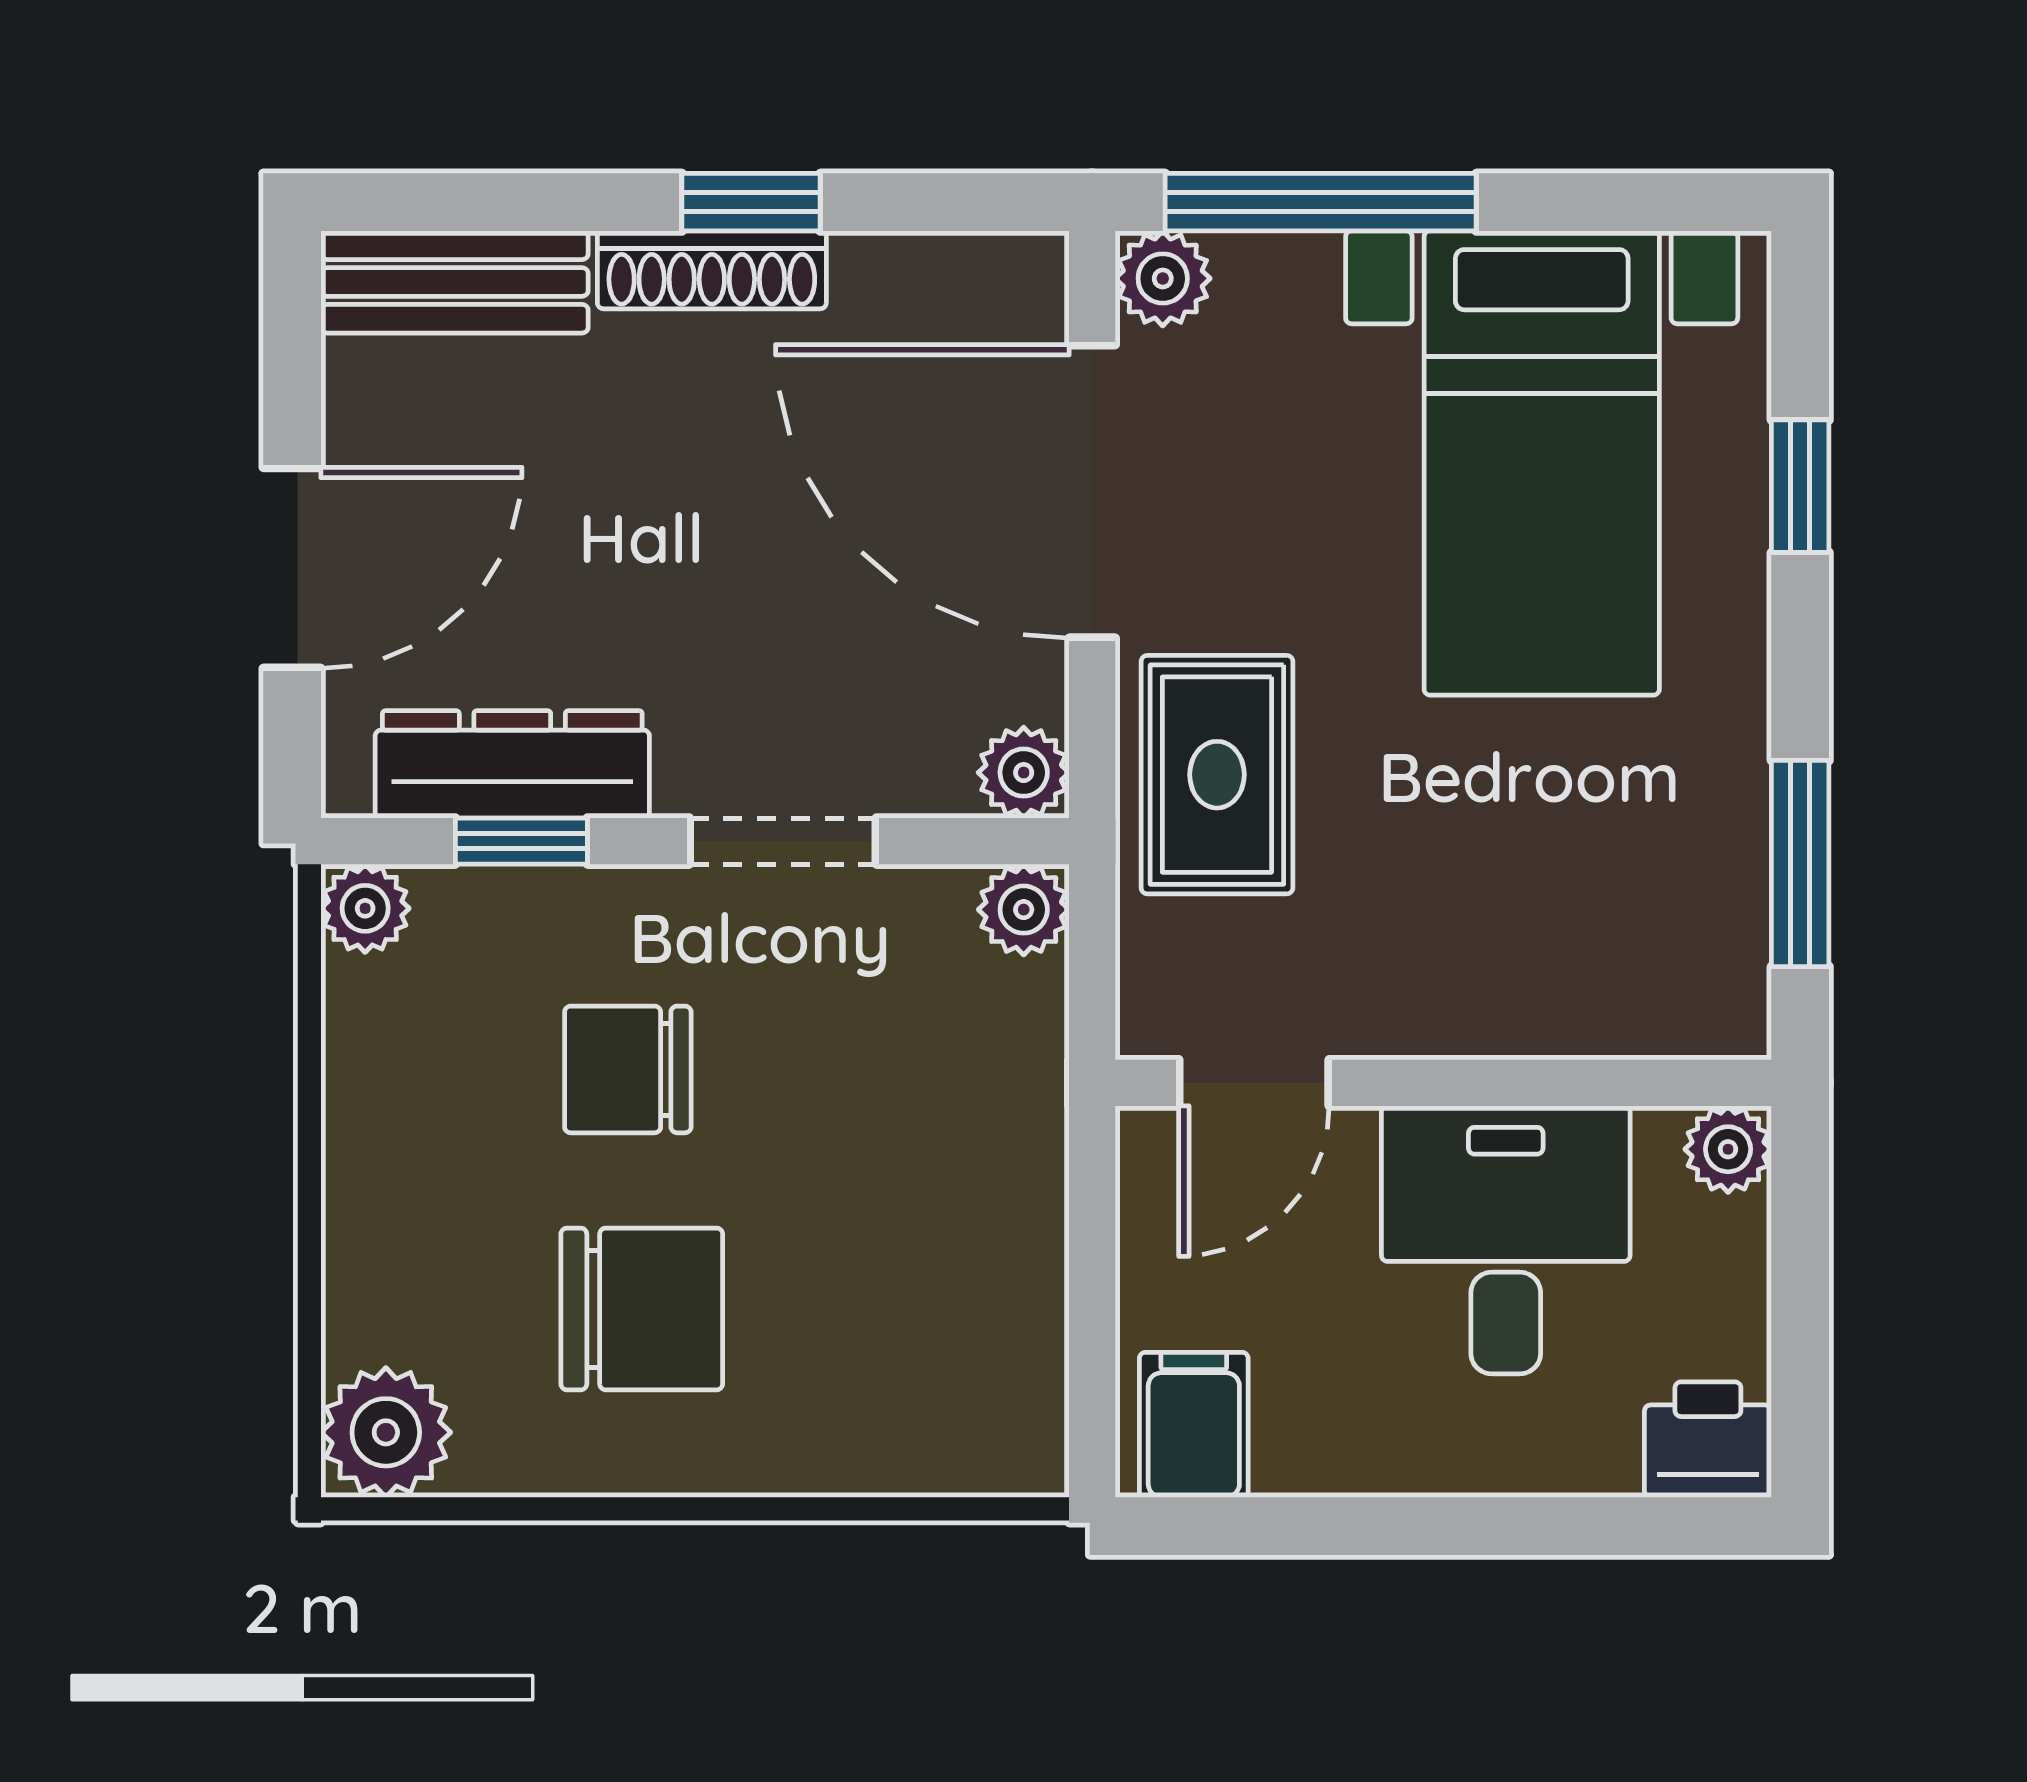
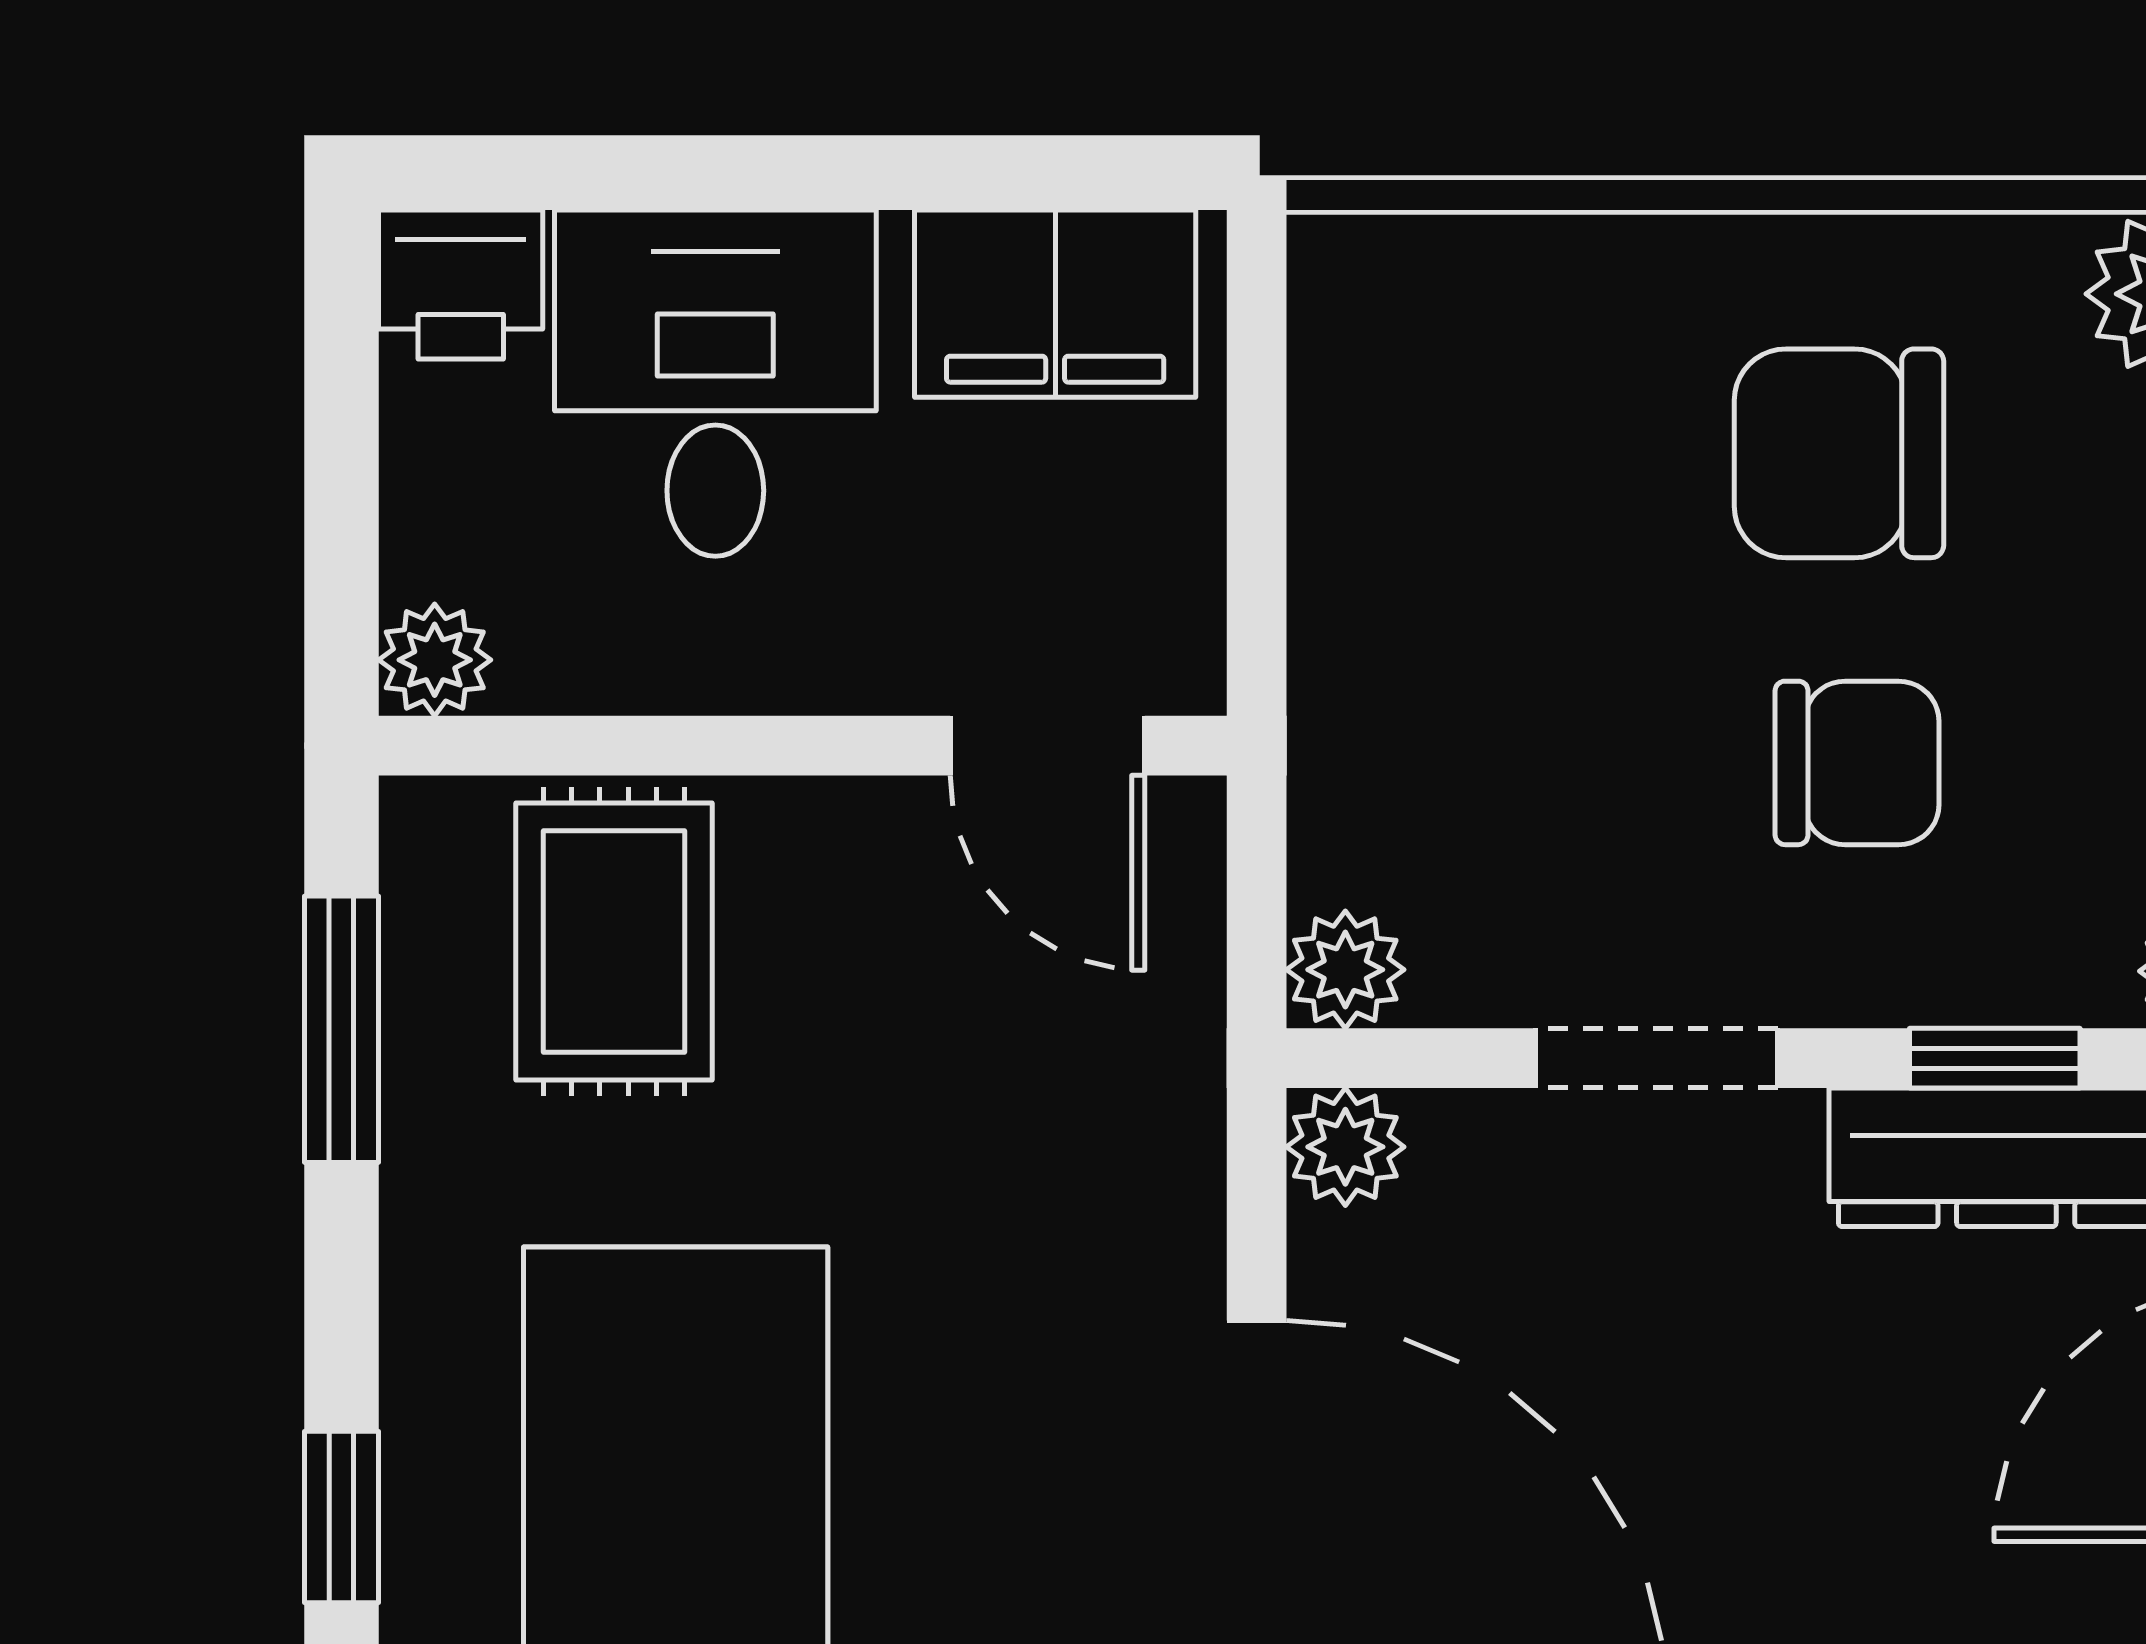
rug: (1217, 775) -> (614, 941), moved
door: (1254, 1083) -> (1048, 746), swing flipped
desk: (1506, 1240) -> (715, 383), moved, turned 180
filing cabinet: (1194, 1425) -> (1055, 304), width x2.00

